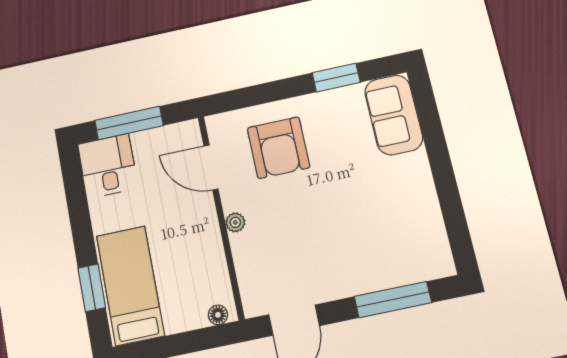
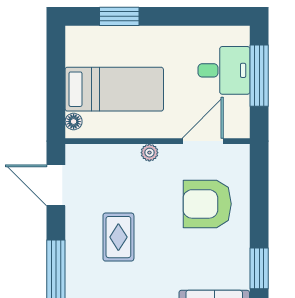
desk: (108, 166) -> (224, 70), moved
rug: (337, 237) -> (118, 237), added
bed: (130, 285) -> (114, 89), moved

